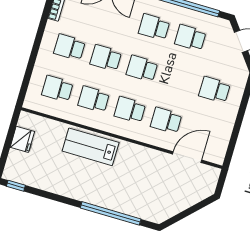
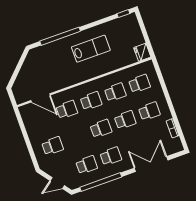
fridge: (22, 139) -> (142, 52), moved
lab bench: (91, 147) -> (91, 49), moved
door: (187, 157) -> (41, 98), hinge flipped

